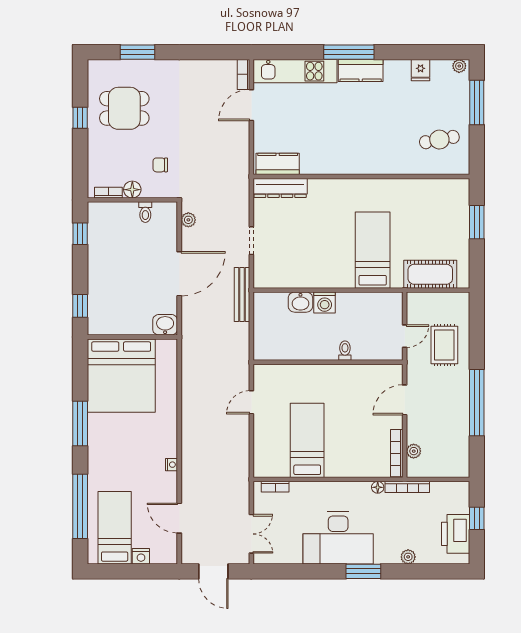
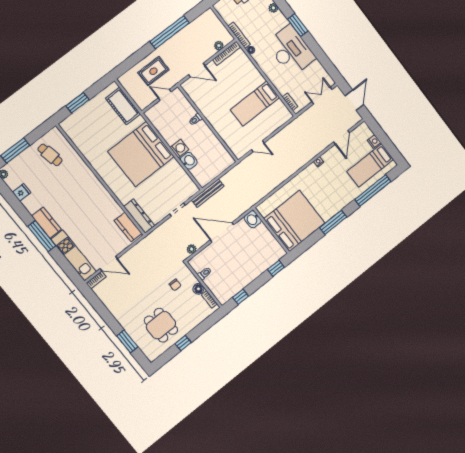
bed: (373, 250) -> (141, 154), width x2.04

